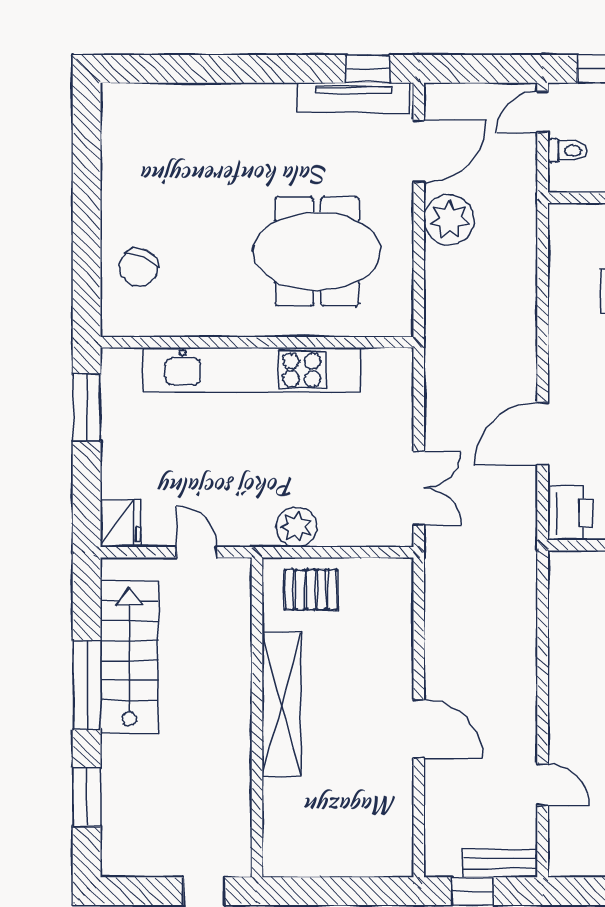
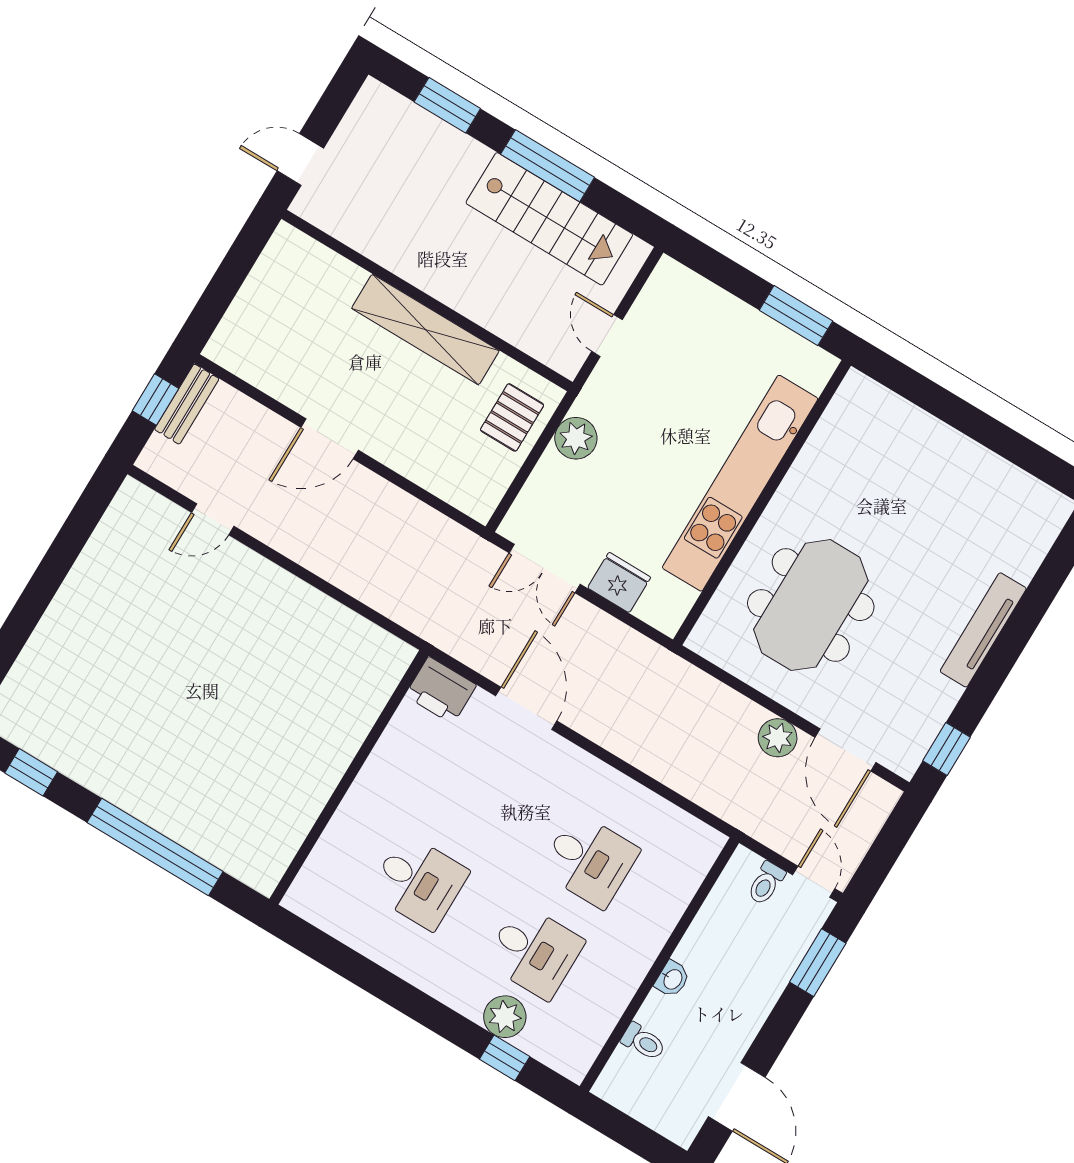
tv unit: (354, 98) -> (983, 630), moved
plant: (449, 220) -> (778, 738), width x0.73, depth x0.73
chair: (139, 267) -> (893, 437), removed
fridge: (121, 523) -> (619, 583), moved, turned 180
door: (197, 552) -> (607, 336), swing flipped
bench: (500, 863) -> (187, 404), moved

